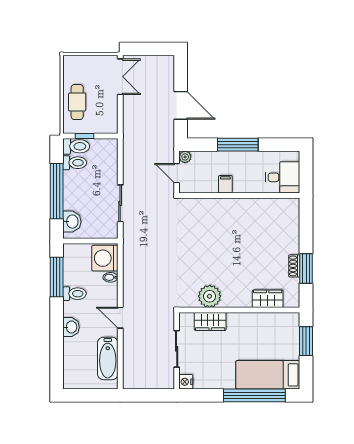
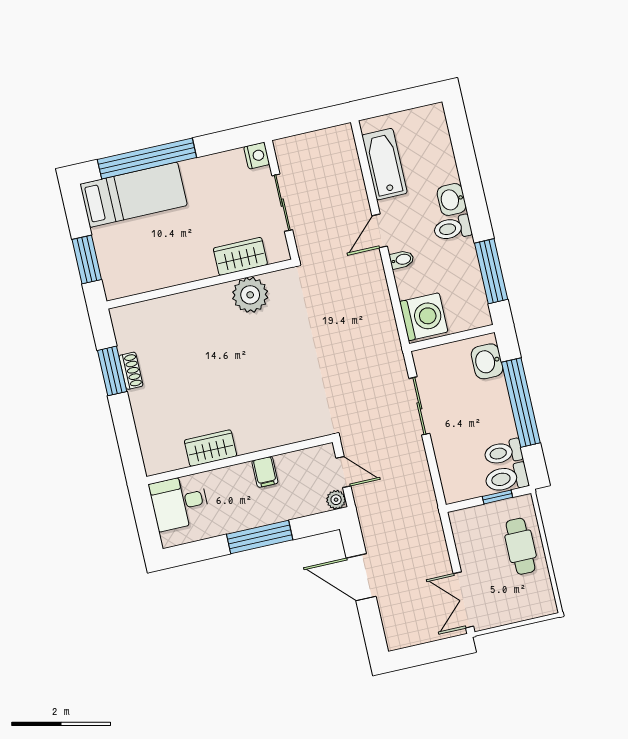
bidet: (110, 277) -> (402, 260), moved
toilet: (74, 294) -> (453, 228), moved
wardrobe: (268, 299) -> (210, 448), moved, turned 180
door: (120, 318) -> (380, 231), swing flipped

